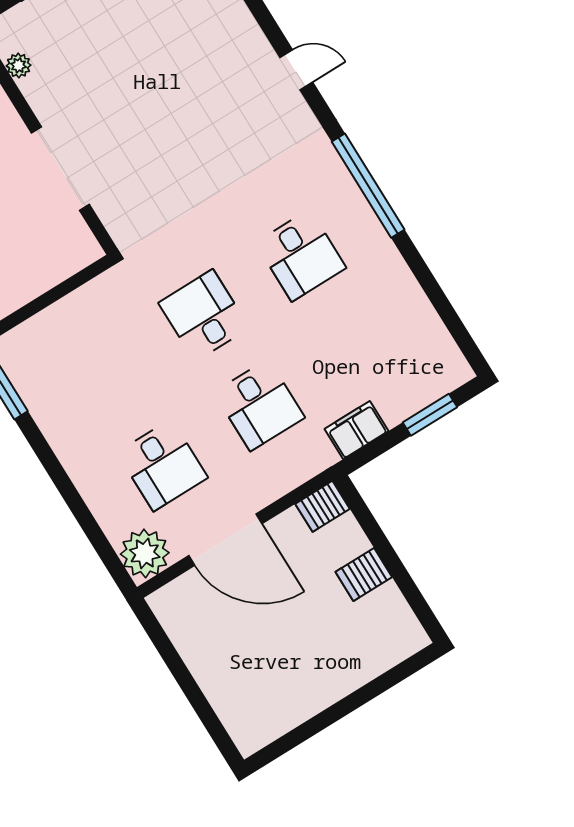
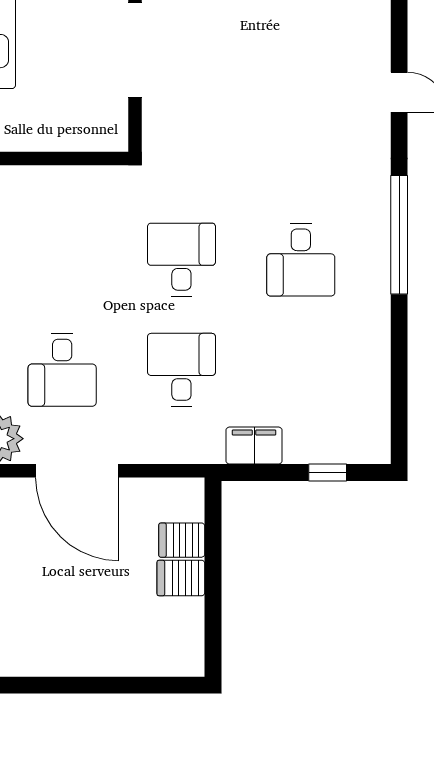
desk: (259, 405) -> (181, 370), turned 180
window: (430, 415) -> (328, 472), width x0.67
server rack: (323, 506) -> (182, 540), moved

